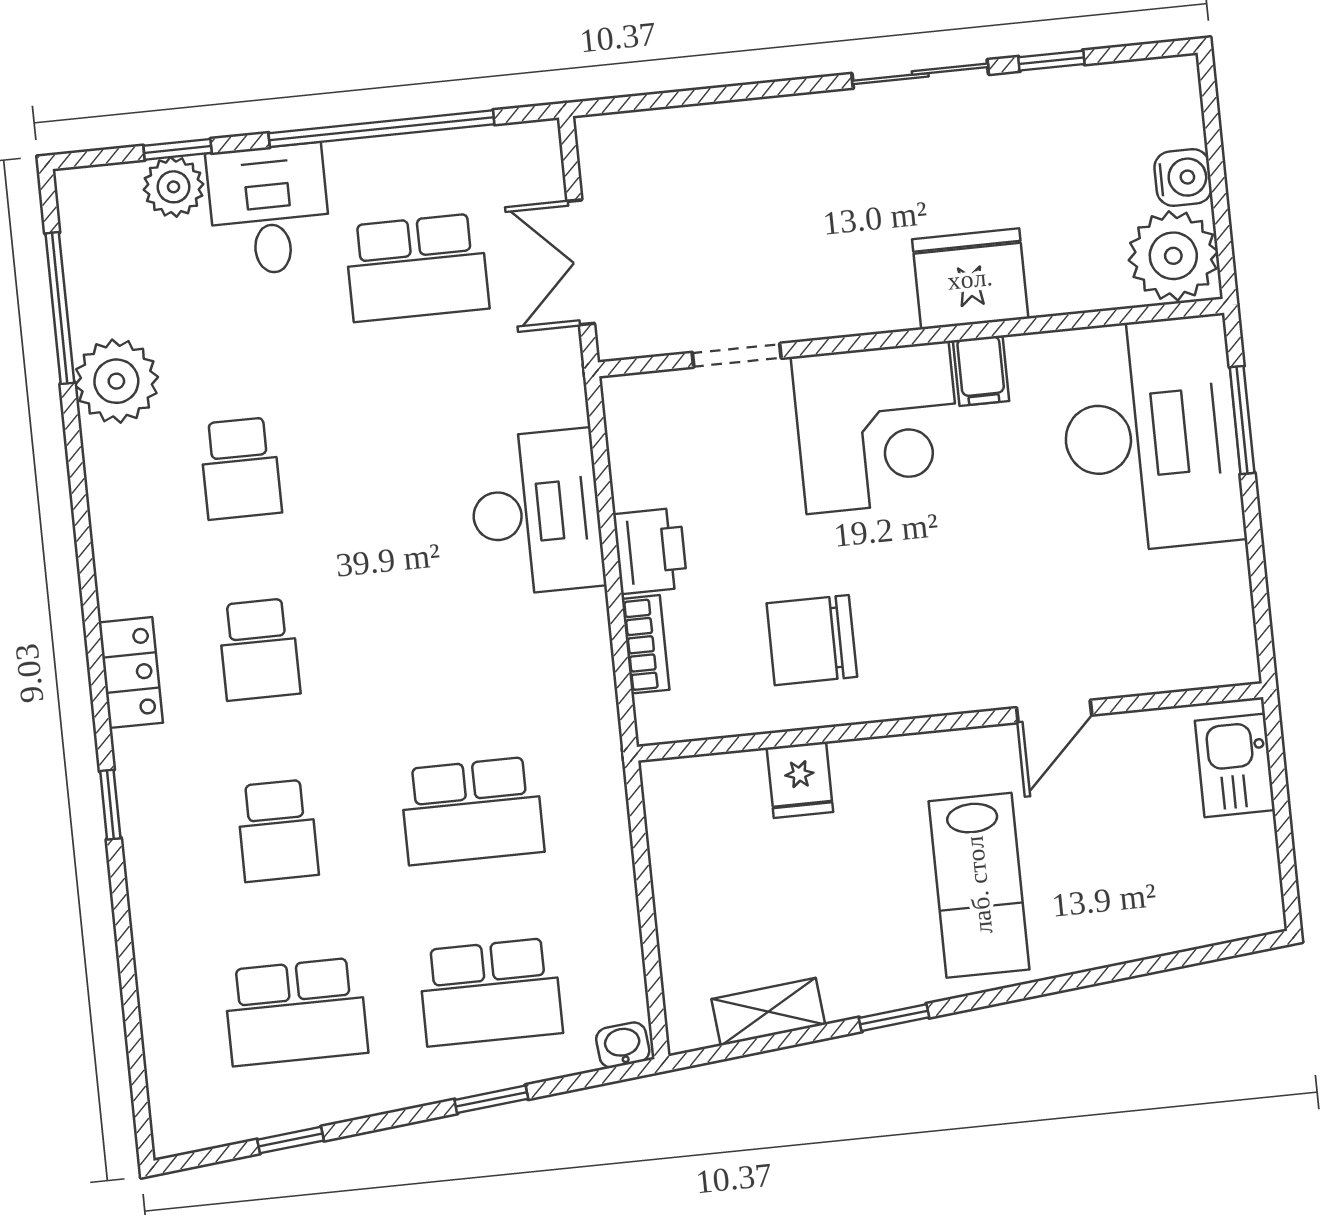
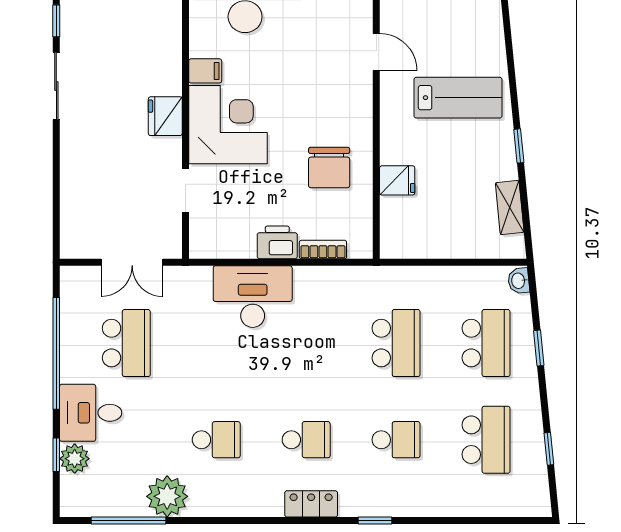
fridge: (970, 279) -> (165, 116), moved, width x0.73, depth x0.75

